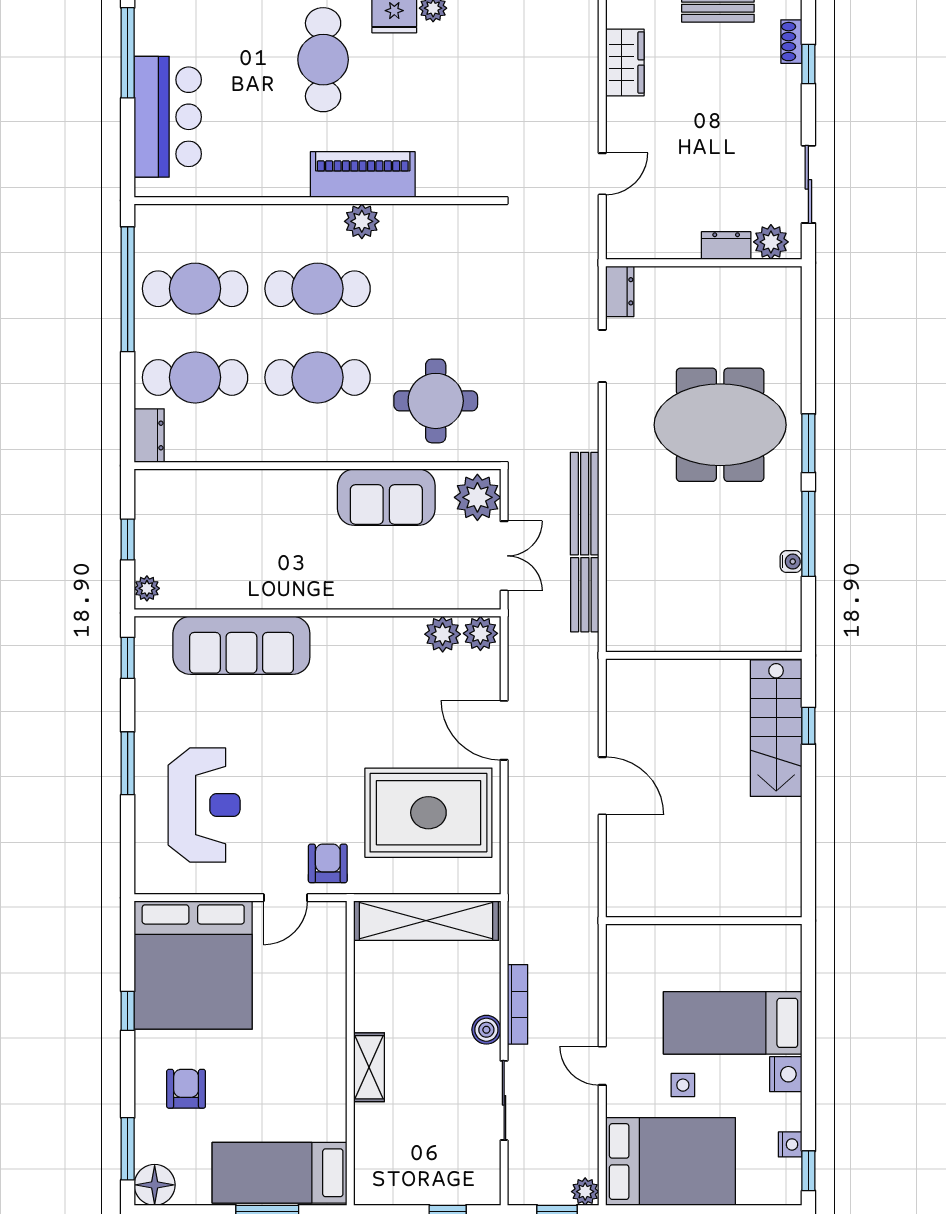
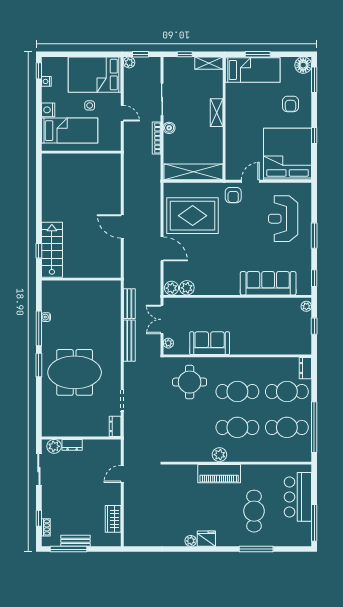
cafe table: (323, 60) -> (254, 511), moved
plant: (477, 497) -> (168, 343), width x0.53, depth x0.53
wall: (704, 921) -> (81, 152), moved
shelving: (388, 1190) -> (209, 63), added

